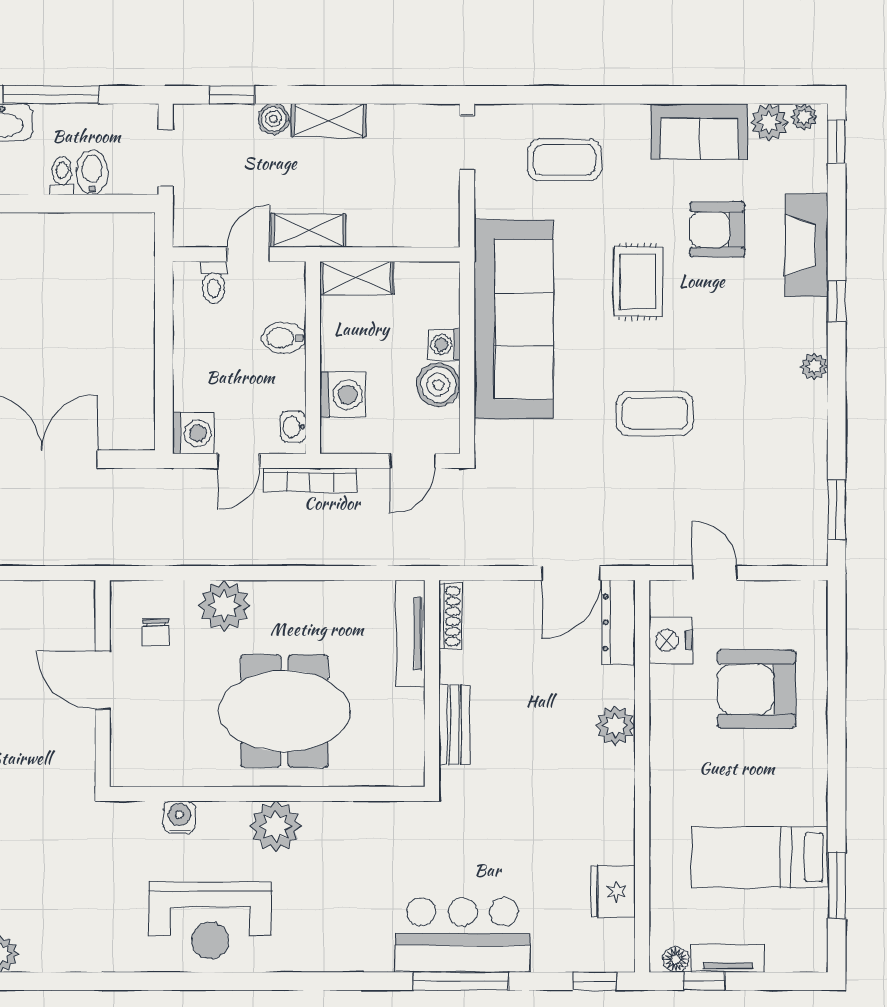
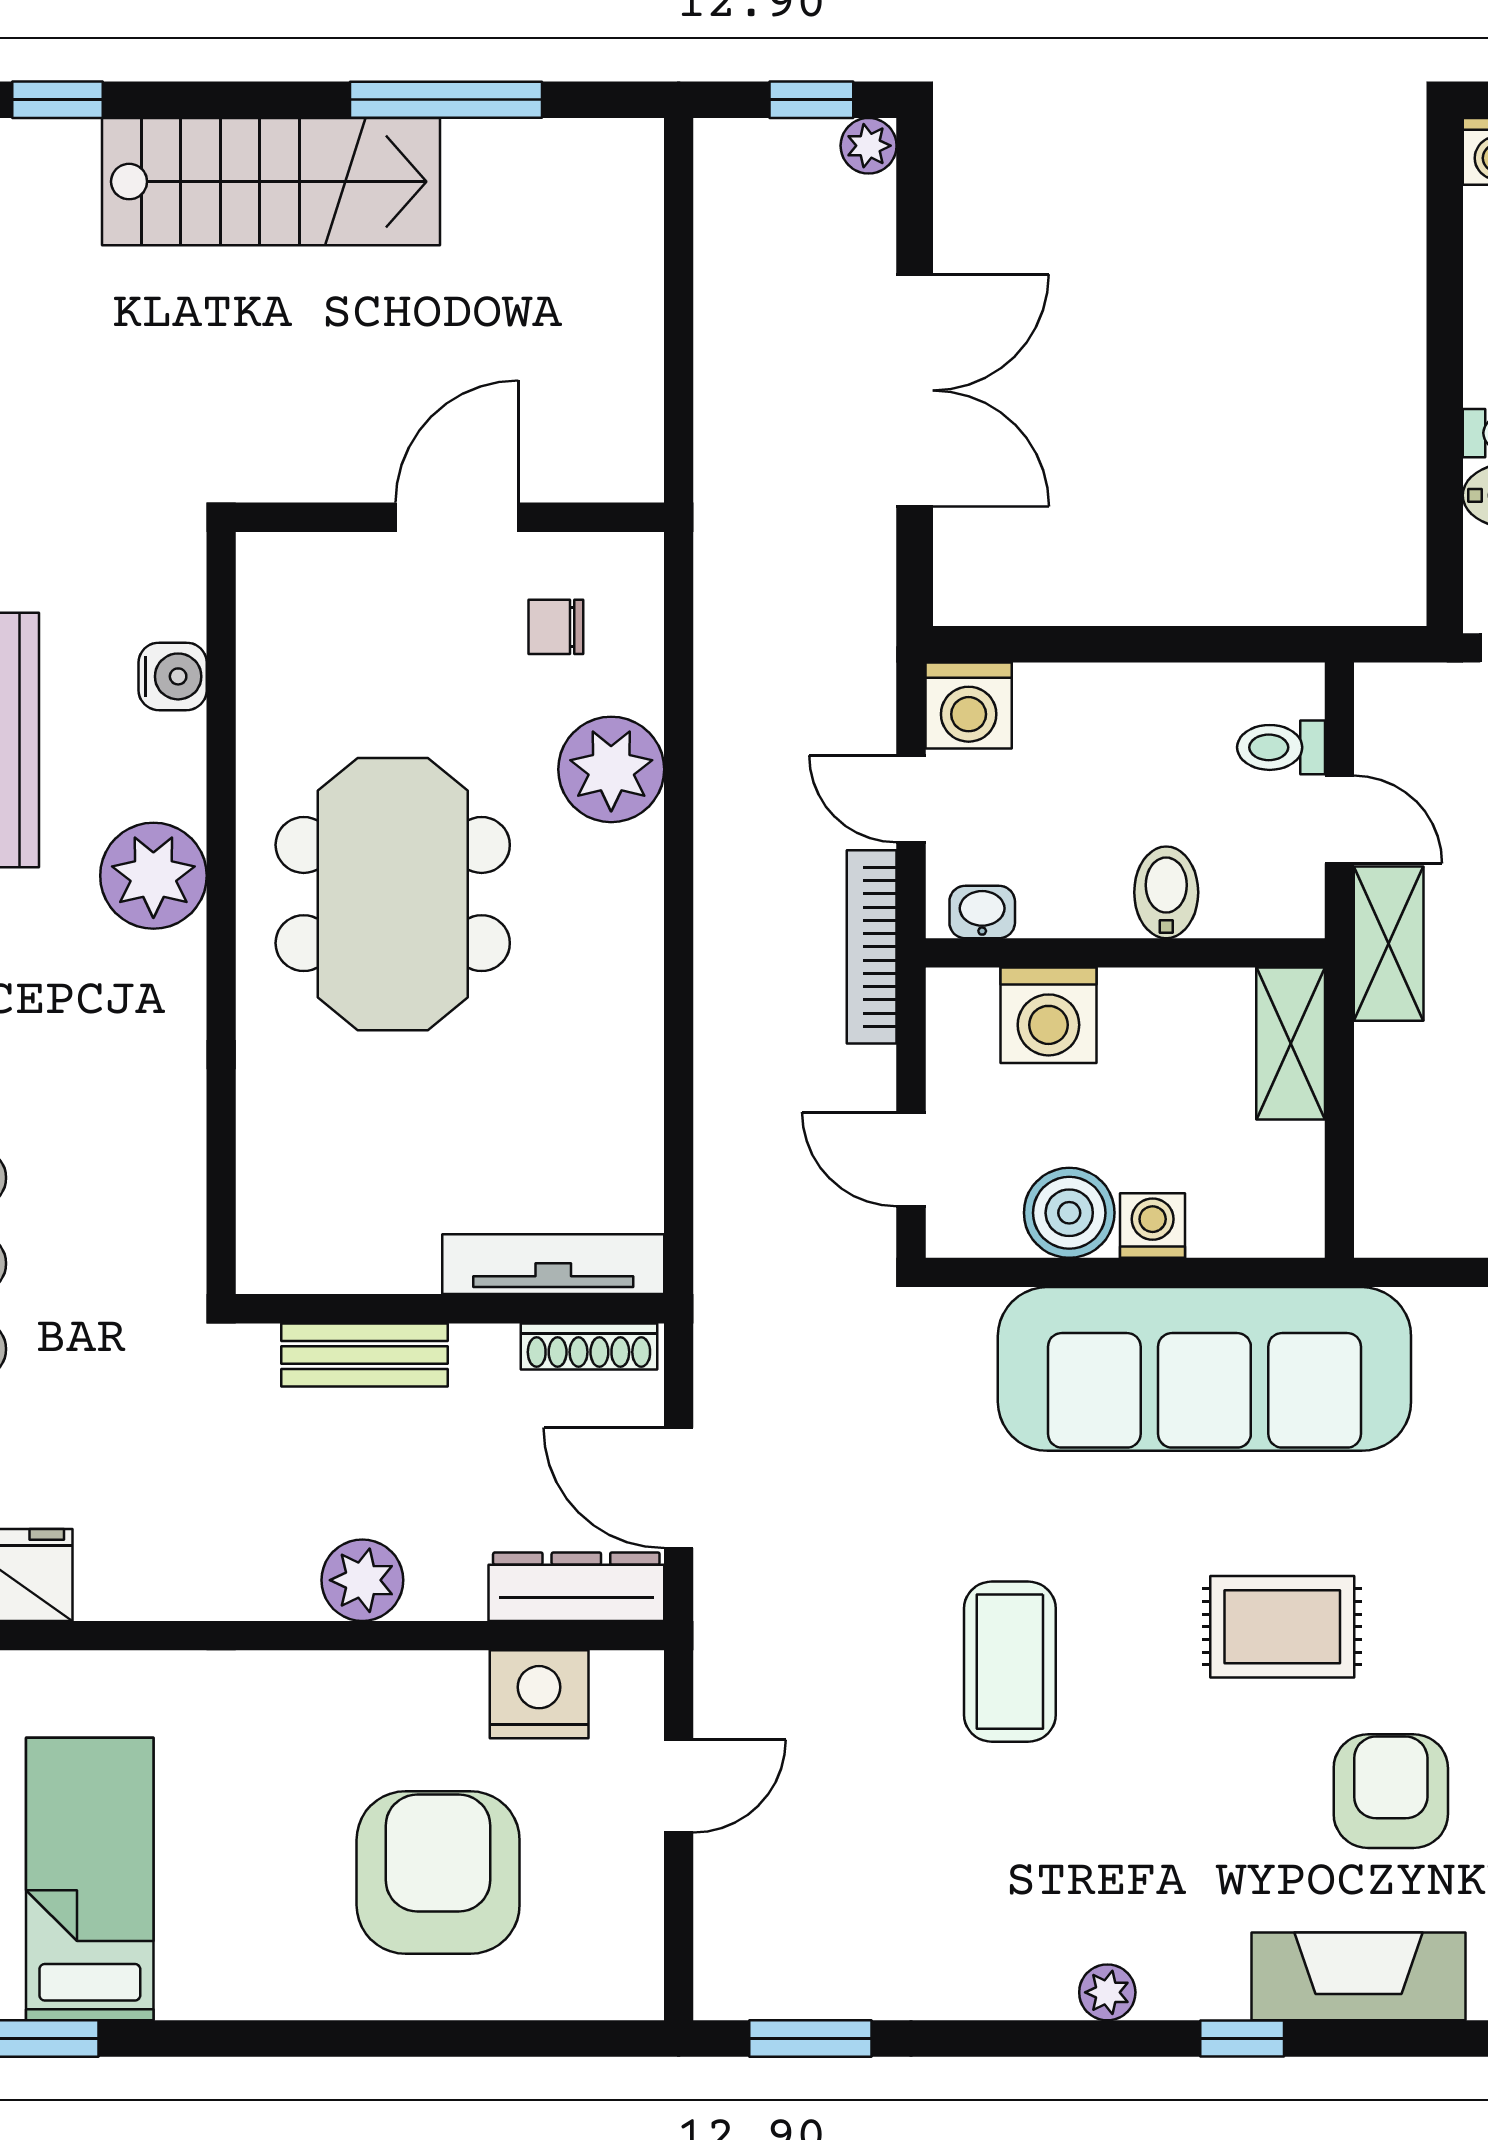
shoe rack: (450, 616) -> (589, 1346), moved
tv unit: (410, 634) -> (553, 1264), moved
wall: (432, 683) -> (450, 1309), moved
bench: (454, 725) -> (365, 1355), moved

